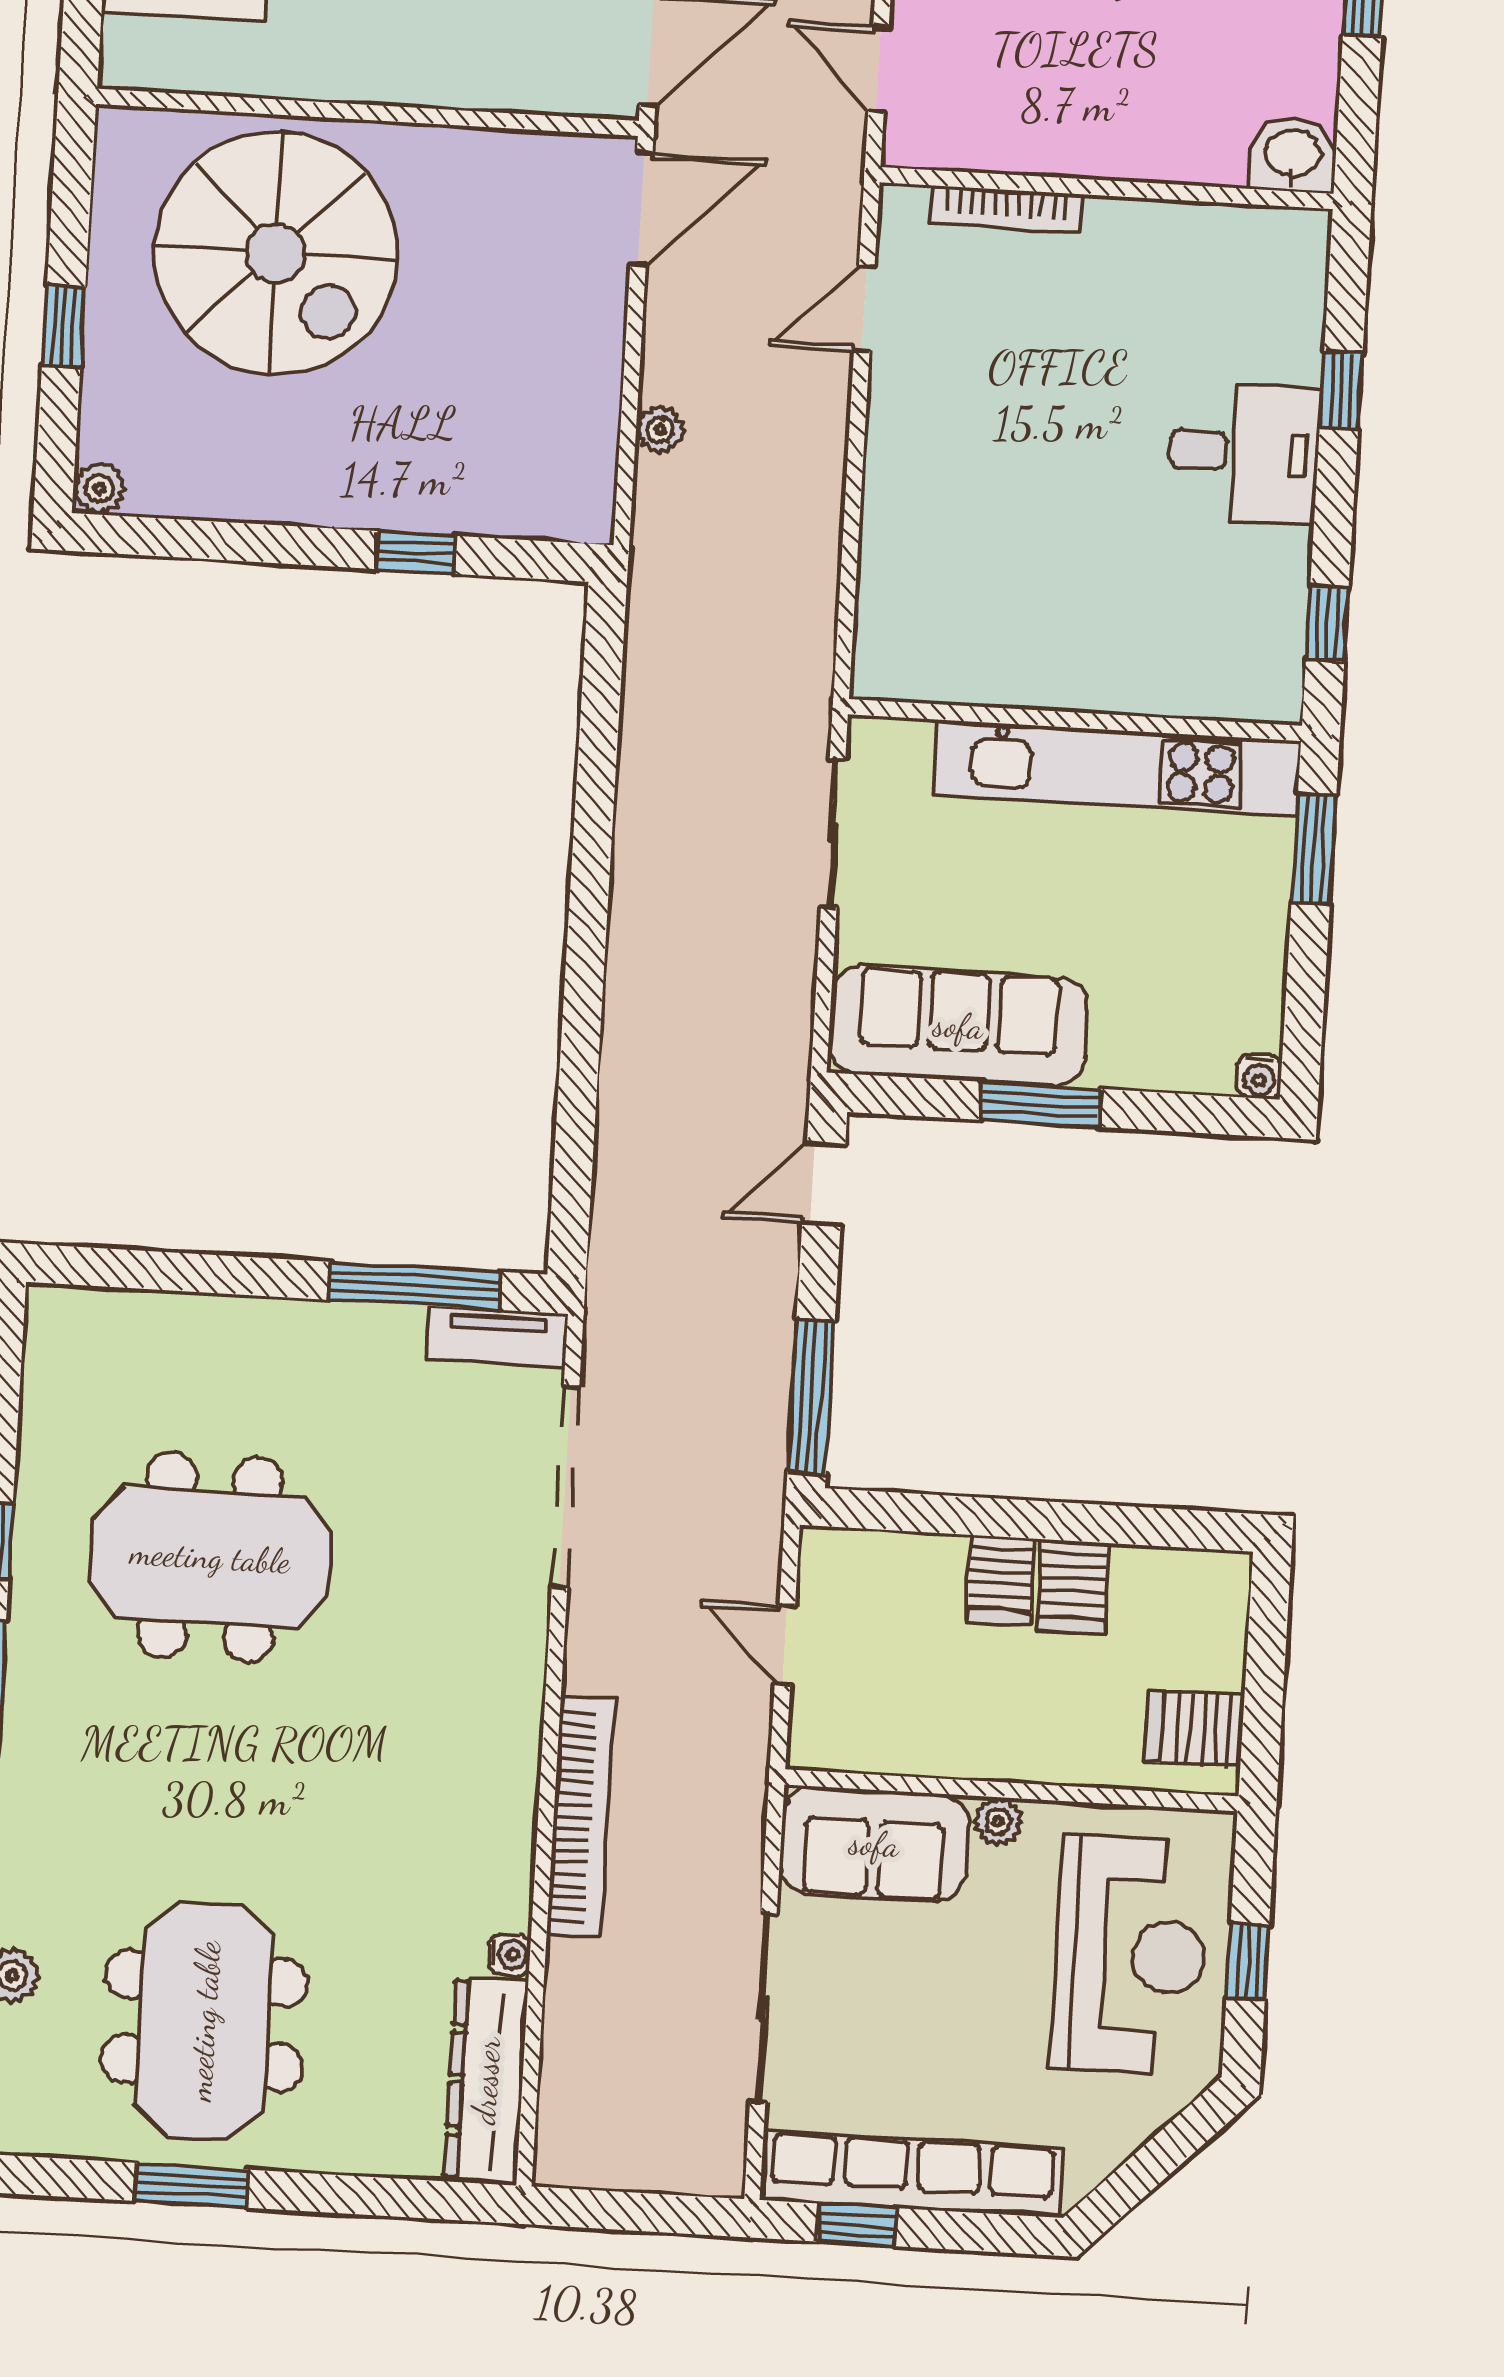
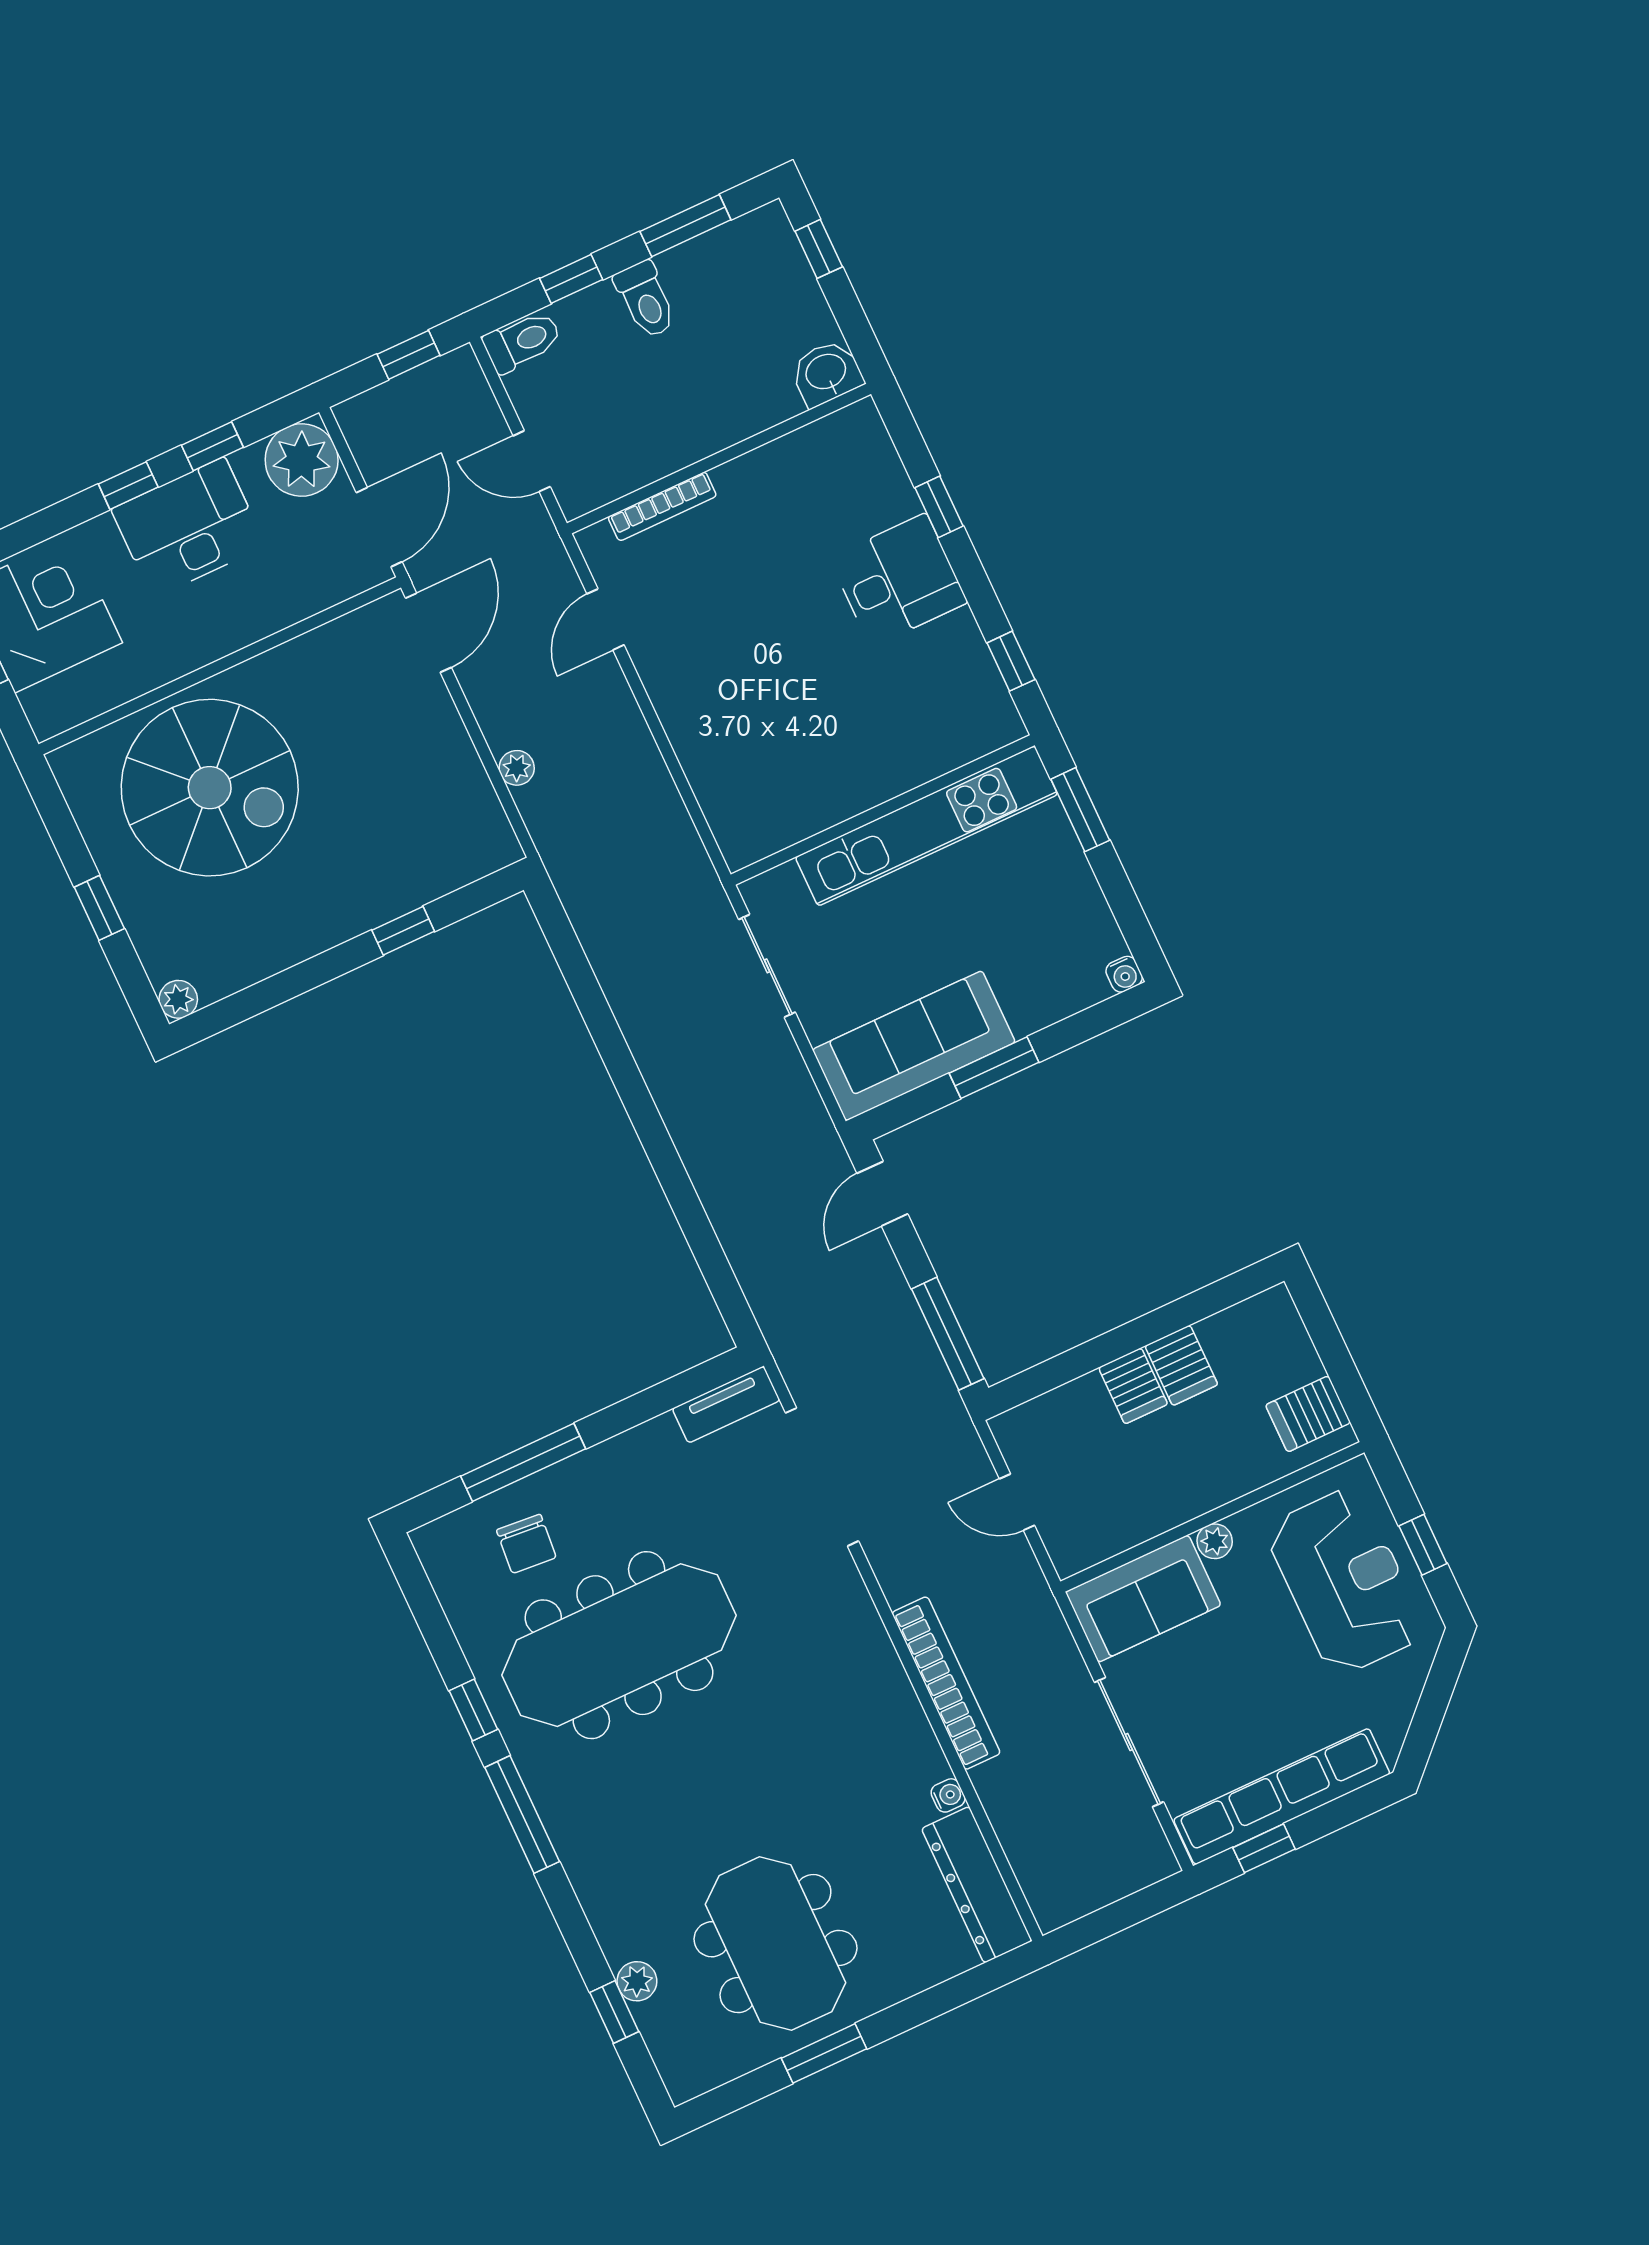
window: (415, 1286) -> (523, 1462), moved
chair: (164, 1374) -> (526, 1544), added
meeting table: (210, 1557) -> (619, 1645), width x1.36

